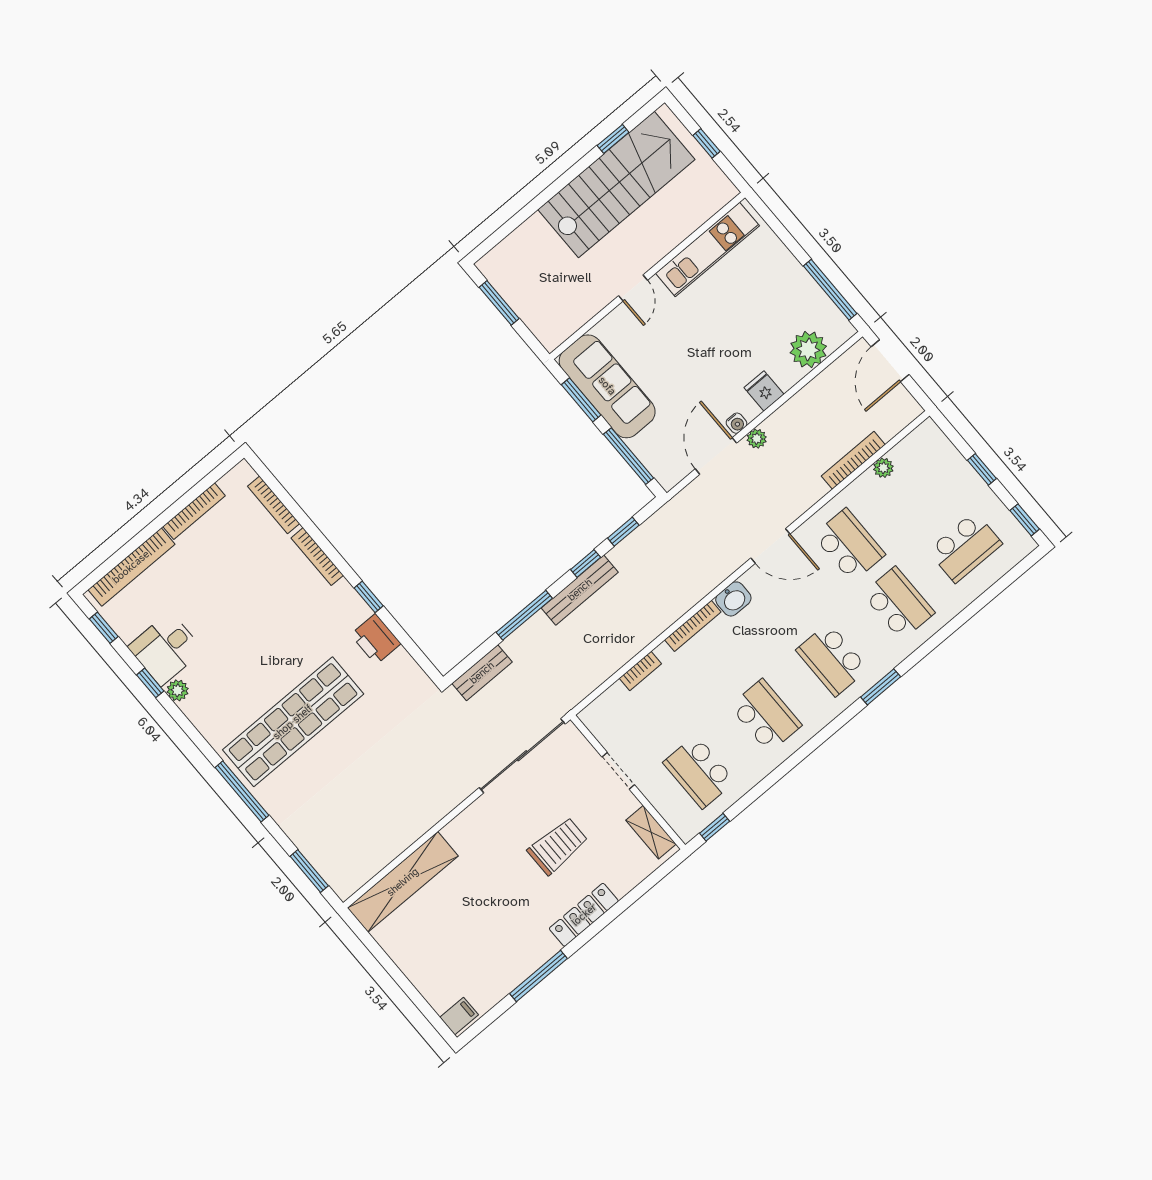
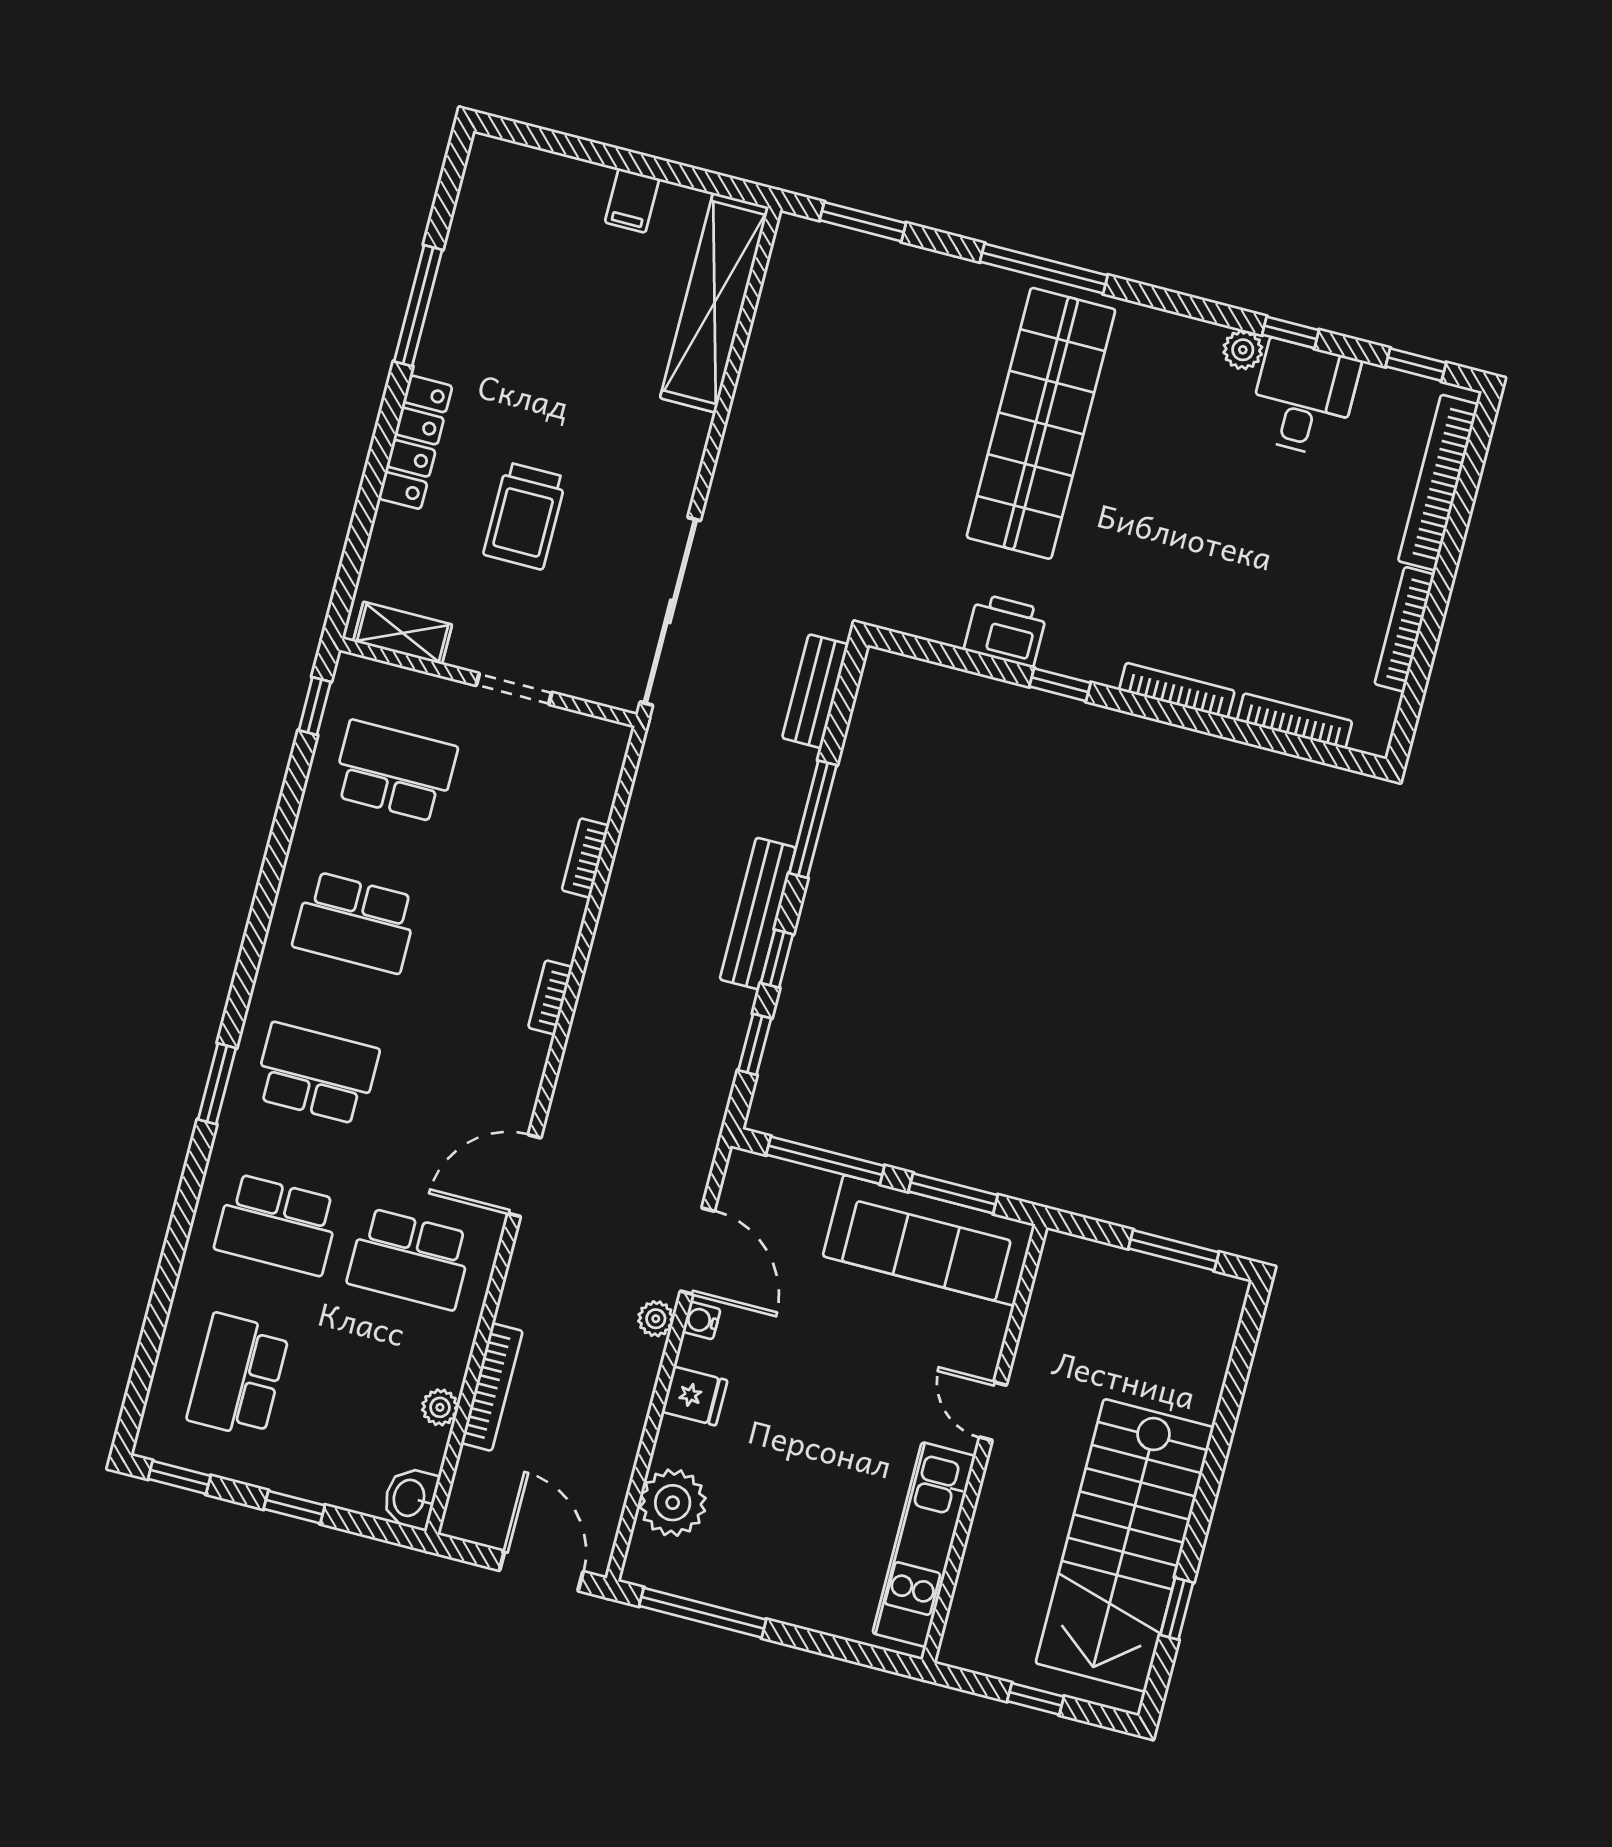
washbasin: (733, 599) -> (410, 1498), moved
bookcase: (693, 626) -> (550, 997), width x0.64
filing cabinet: (459, 1016) -> (632, 201), moved

